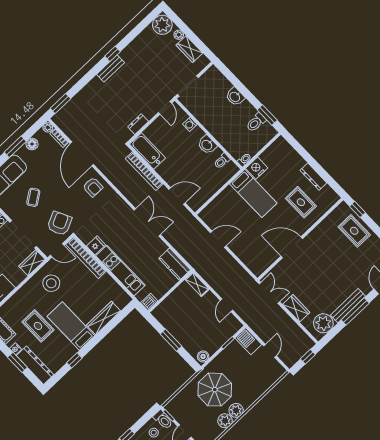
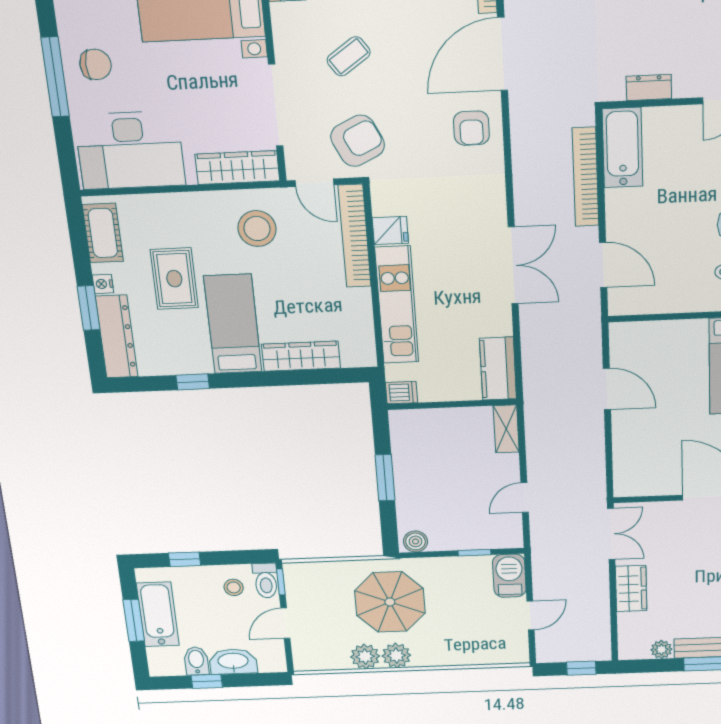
wardrobe: (32, 263) -> (237, 168), width x1.50
plant: (323, 323) -> (661, 649), width x0.53, depth x0.53

